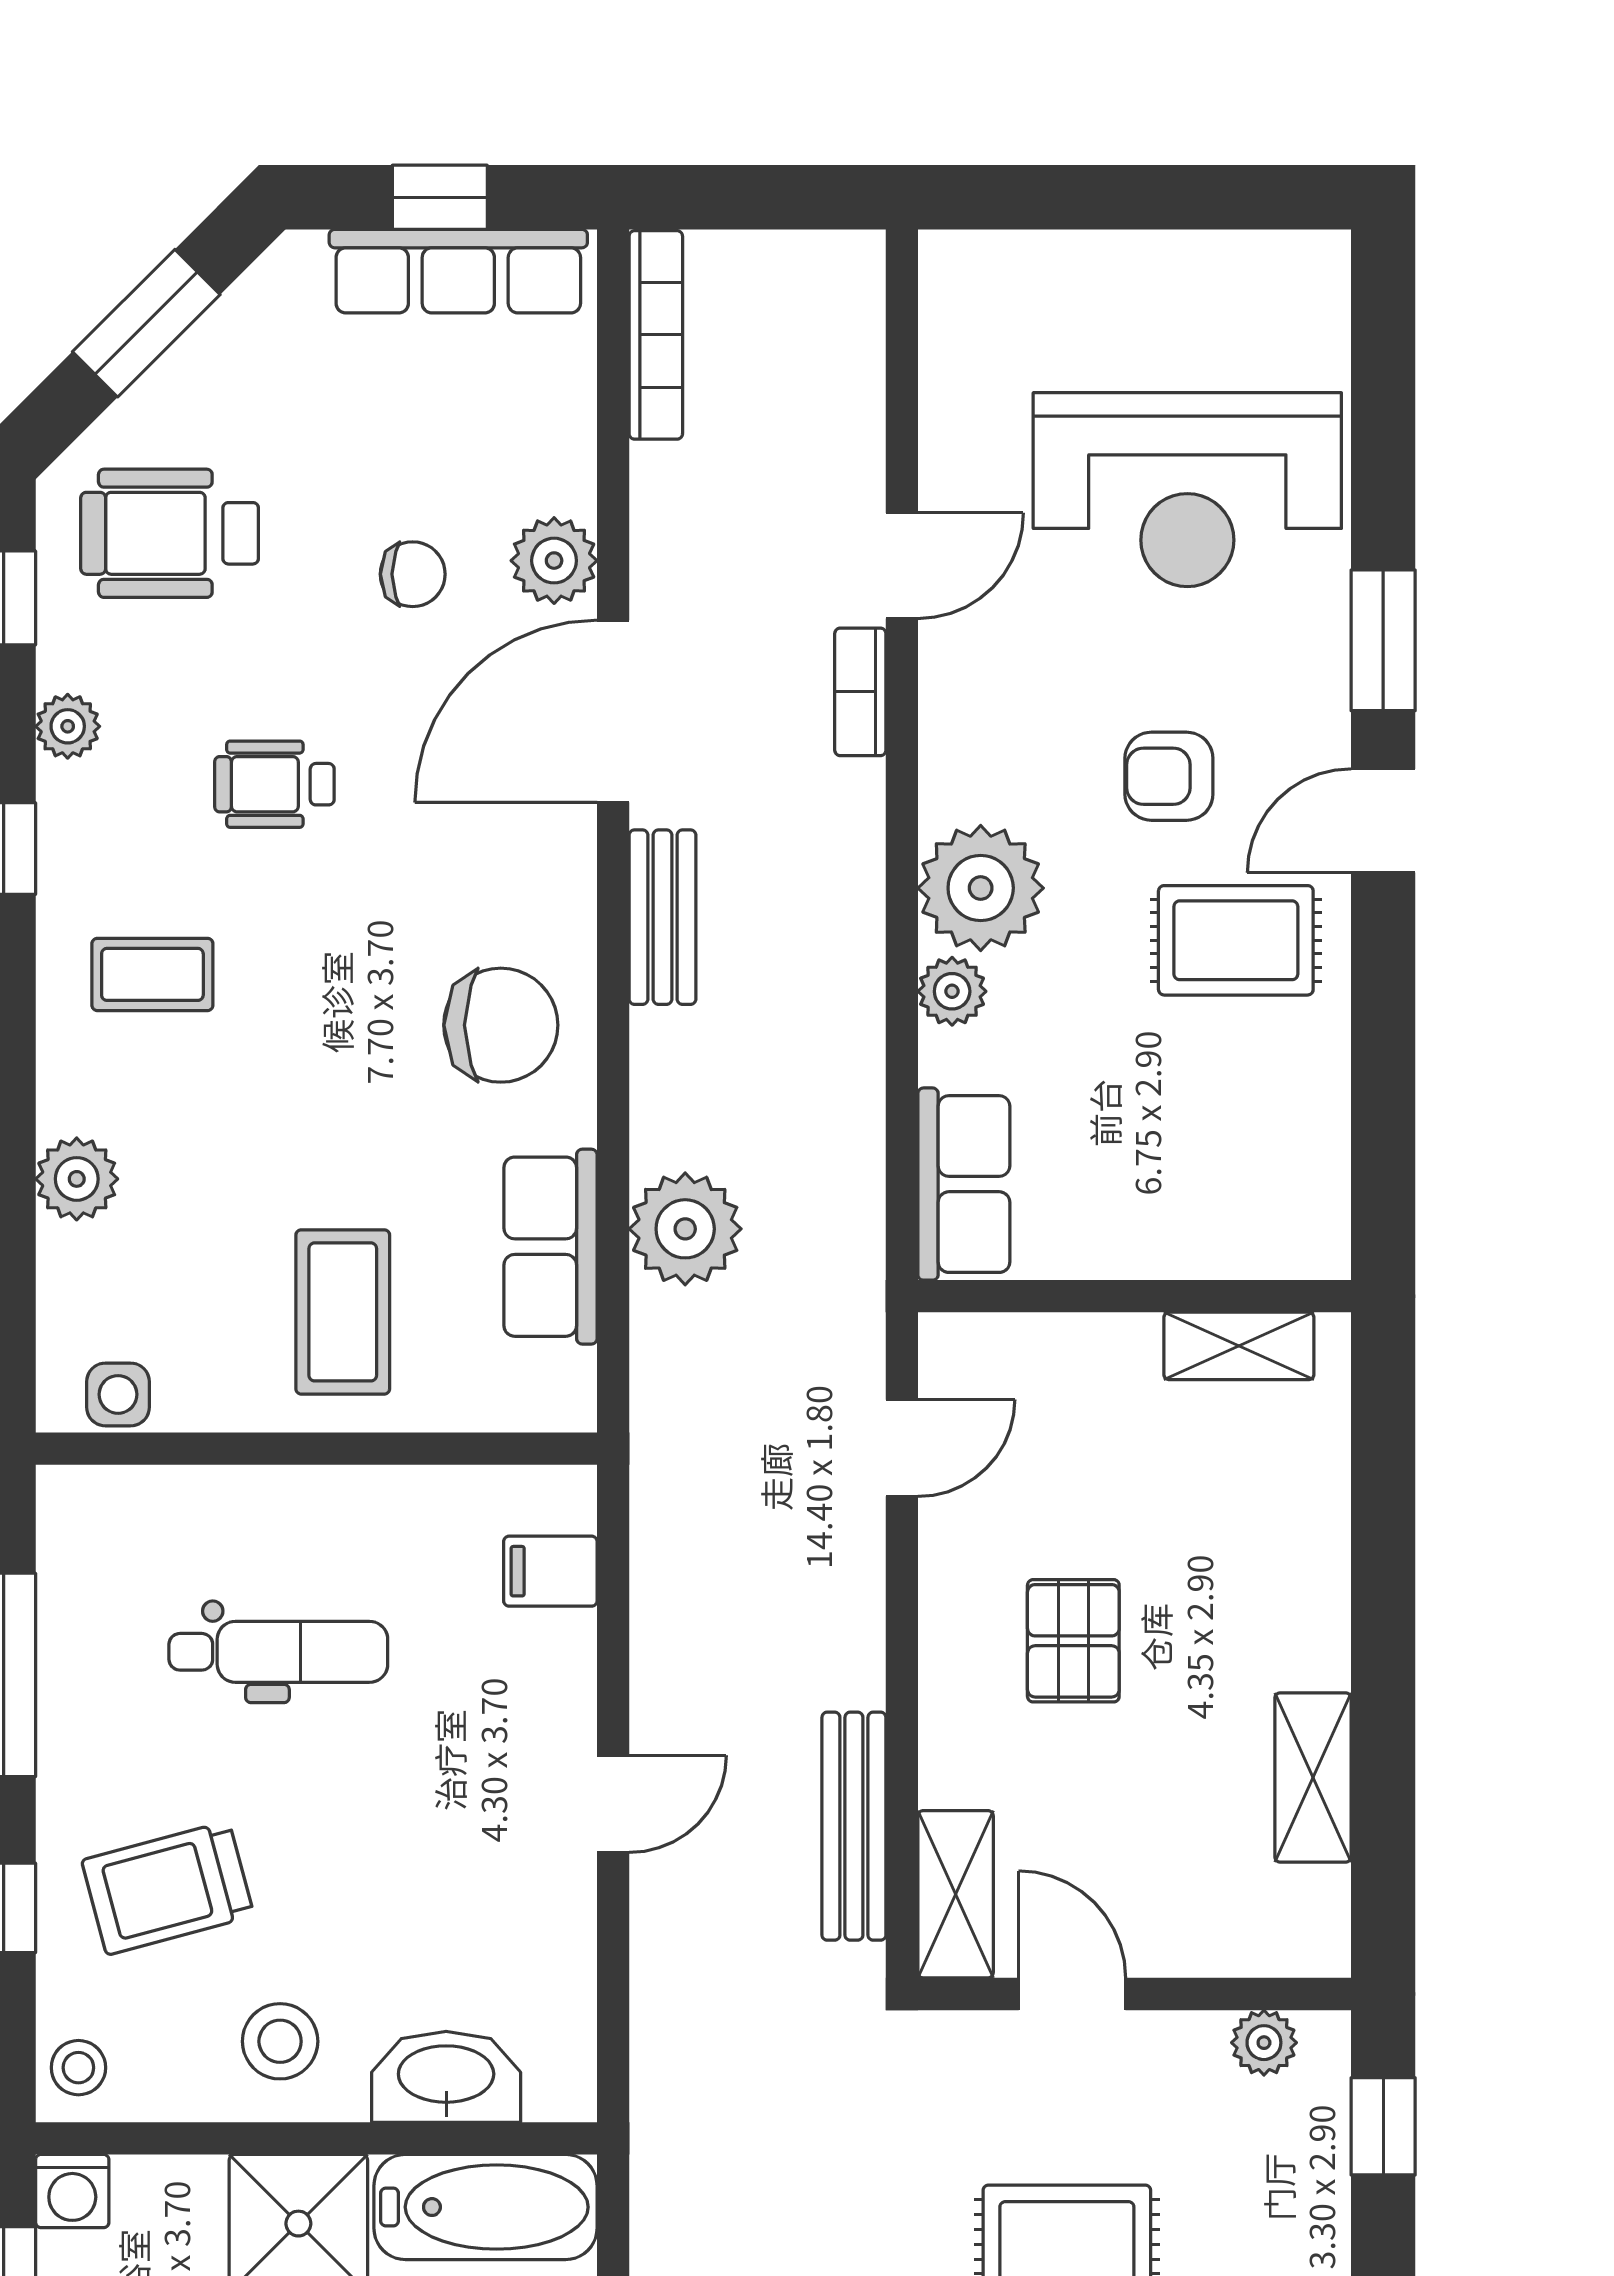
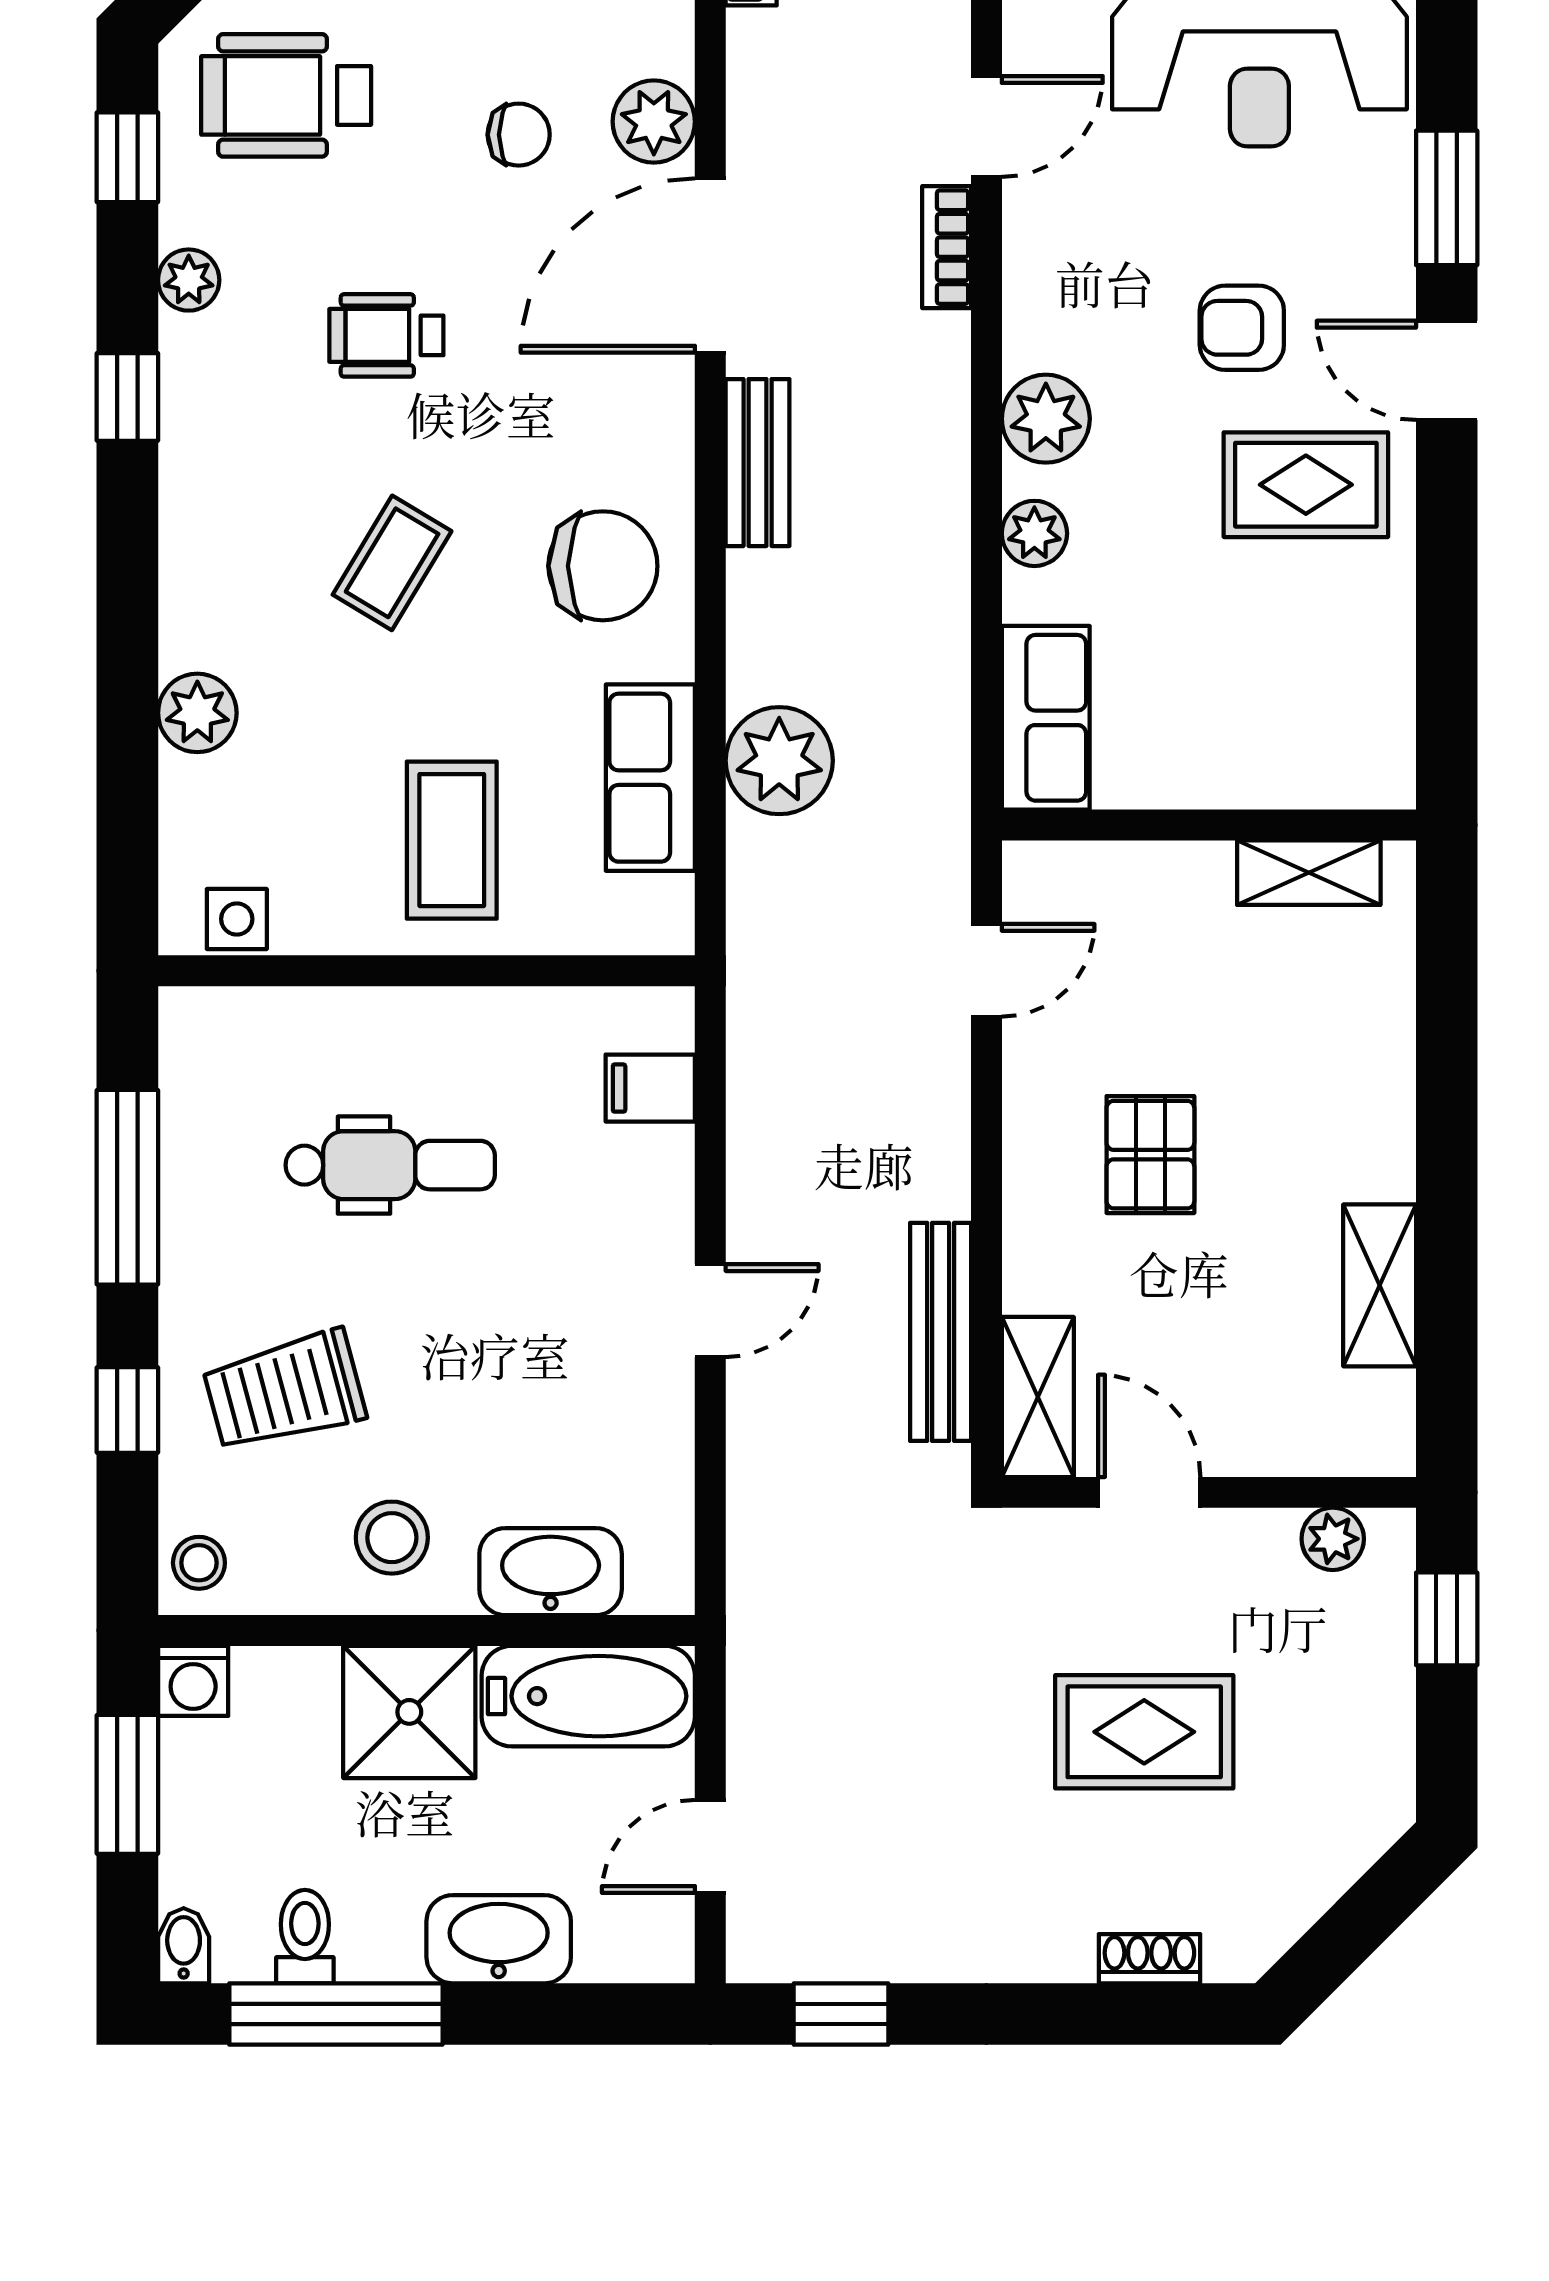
door: (1383, 821) -> (1447, 370), hinge flipped
plant: (981, 888) -> (1046, 419), width x0.73, depth x0.73
coffee table: (152, 974) -> (392, 563), moved, turned -59

